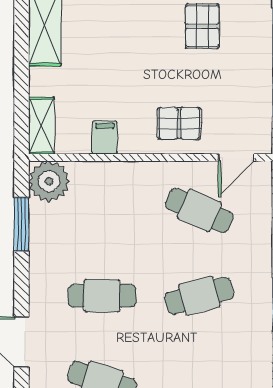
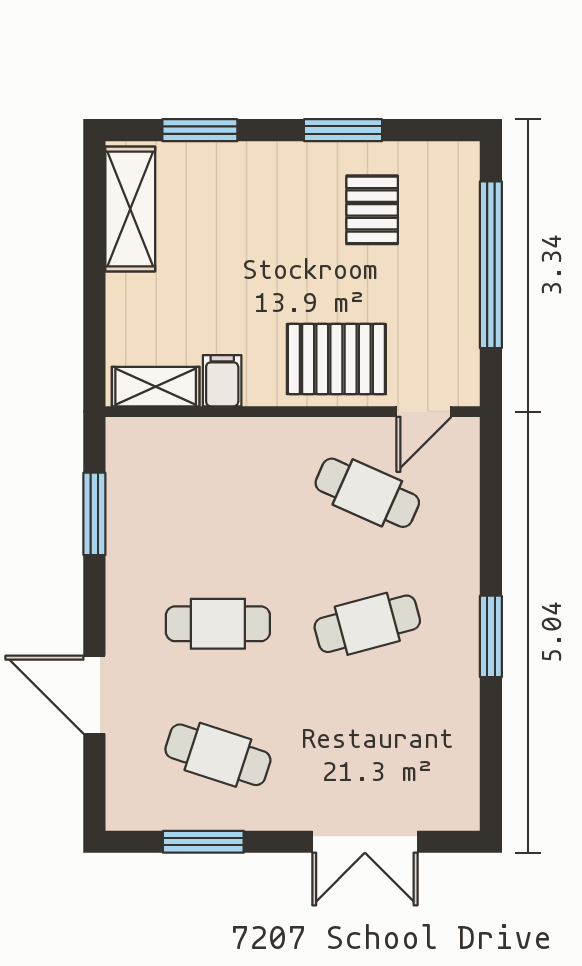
pallet: (179, 123) -> (336, 359), width x1.50, depth x1.42
shelving: (41, 126) -> (156, 387), moved, turned 90
plant: (49, 181) -> (137, 448), removed

